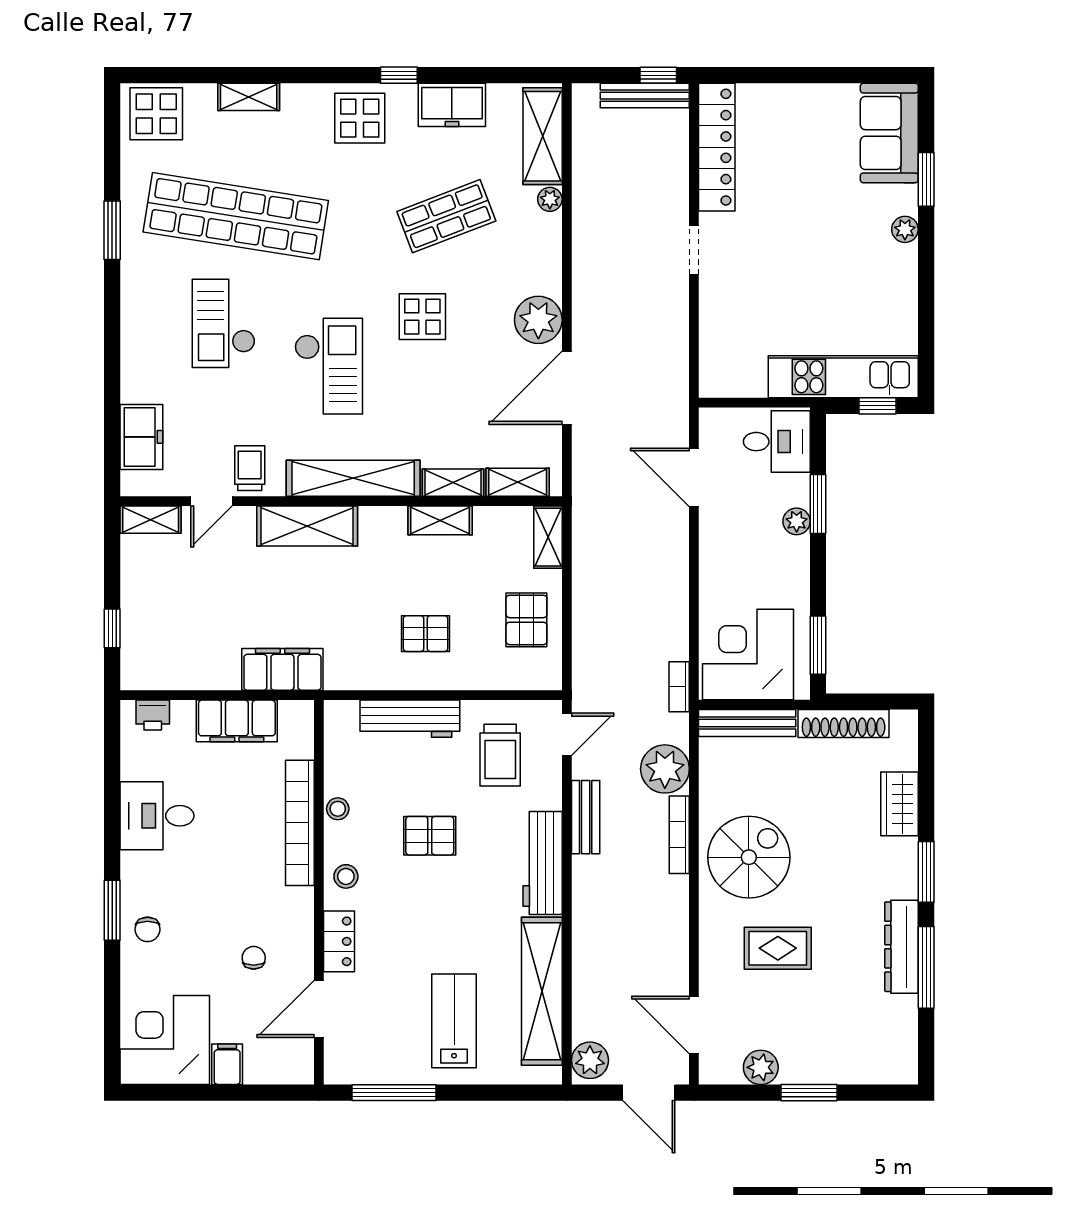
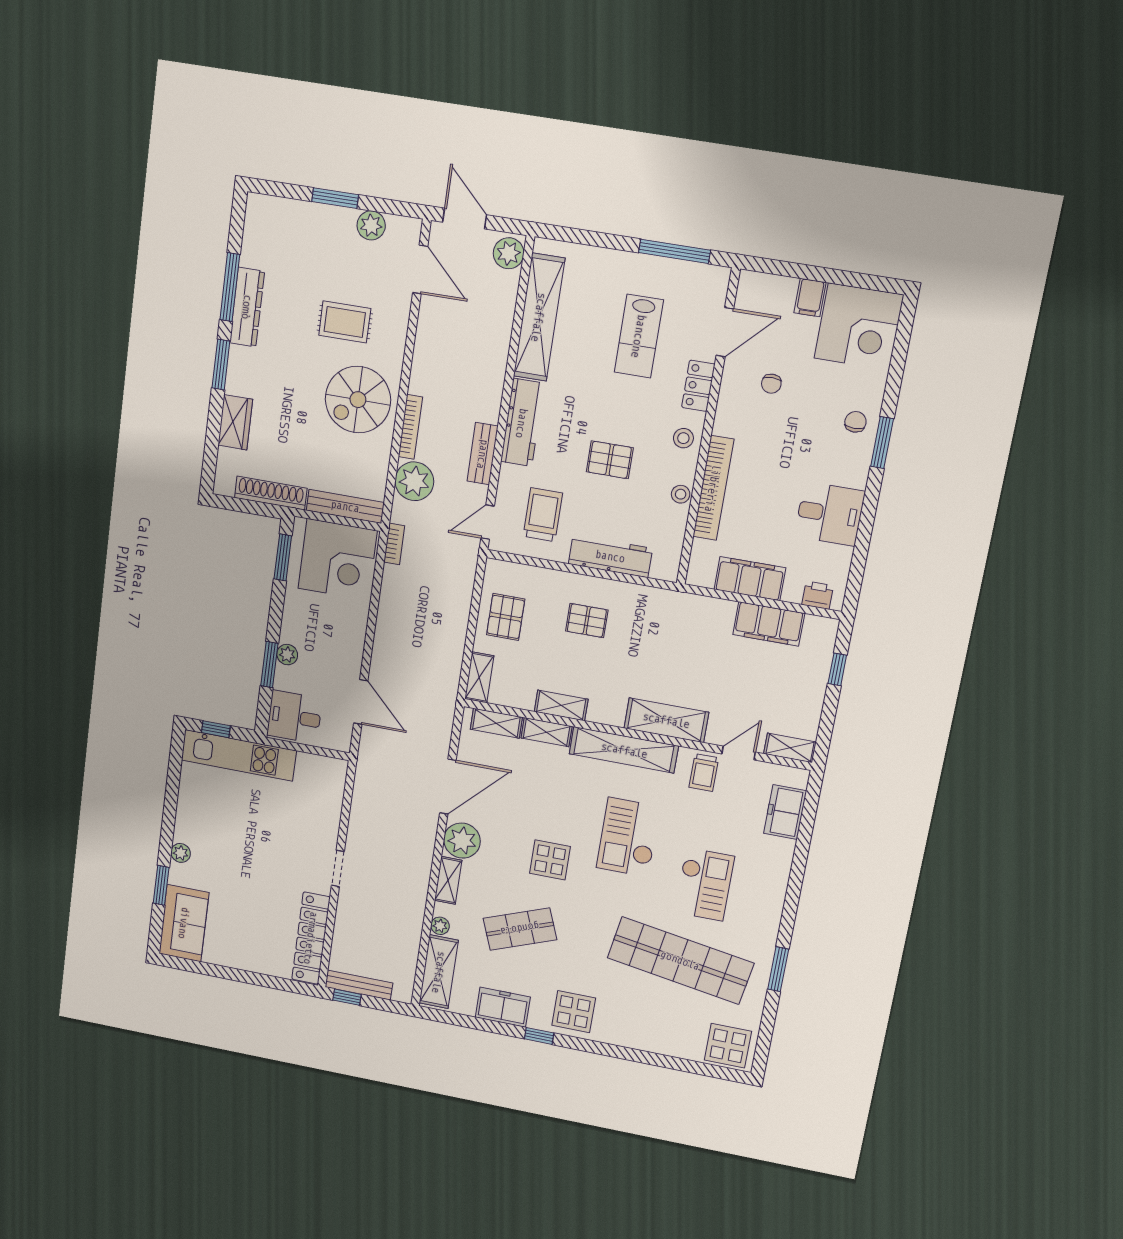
shelving: (249, 97) -> (448, 880), moved, turned 90
filing cabinet: (282, 669) -> (769, 624), moved
lab bench: (454, 1021) -> (639, 336), moved

